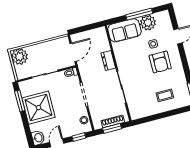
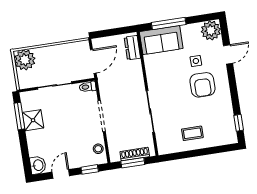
window: (139, 14) -> (169, 23), moved
plant: (148, 23) -> (211, 30), moved
dresser: (108, 60) -> (132, 48), moved
coffee table: (165, 95) -> (192, 133), moved
shower: (38, 108) -> (33, 120), width x0.54, depth x0.54

